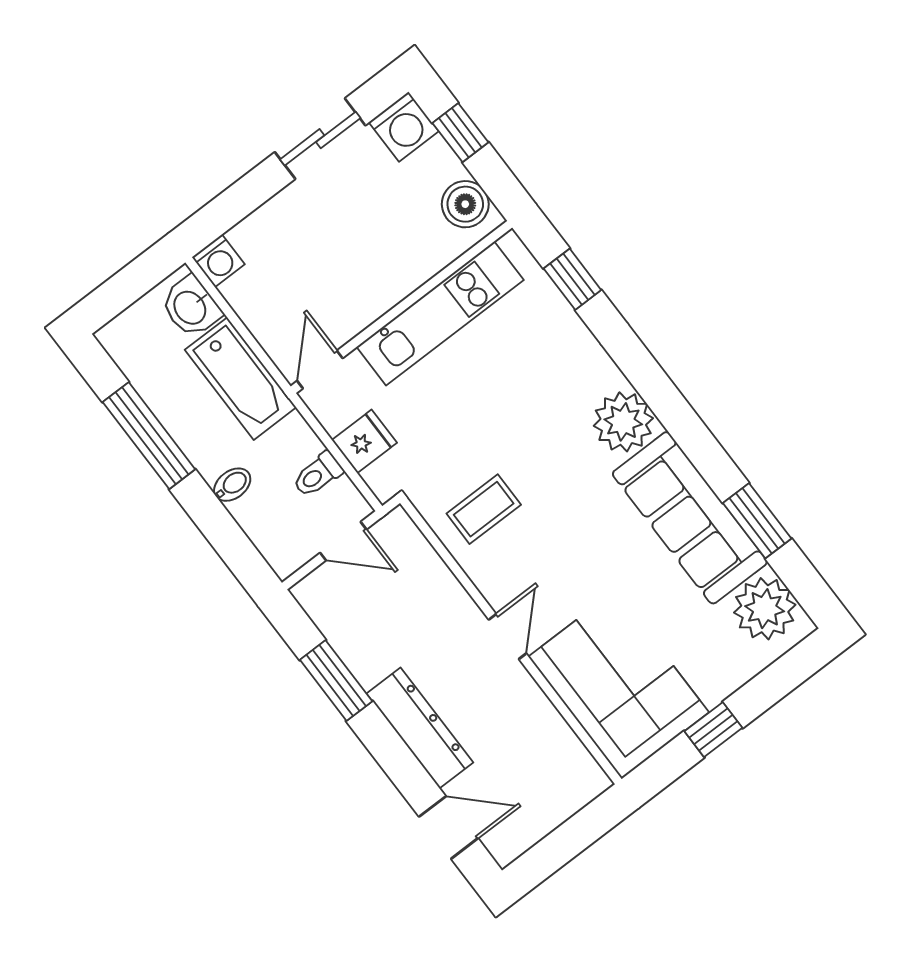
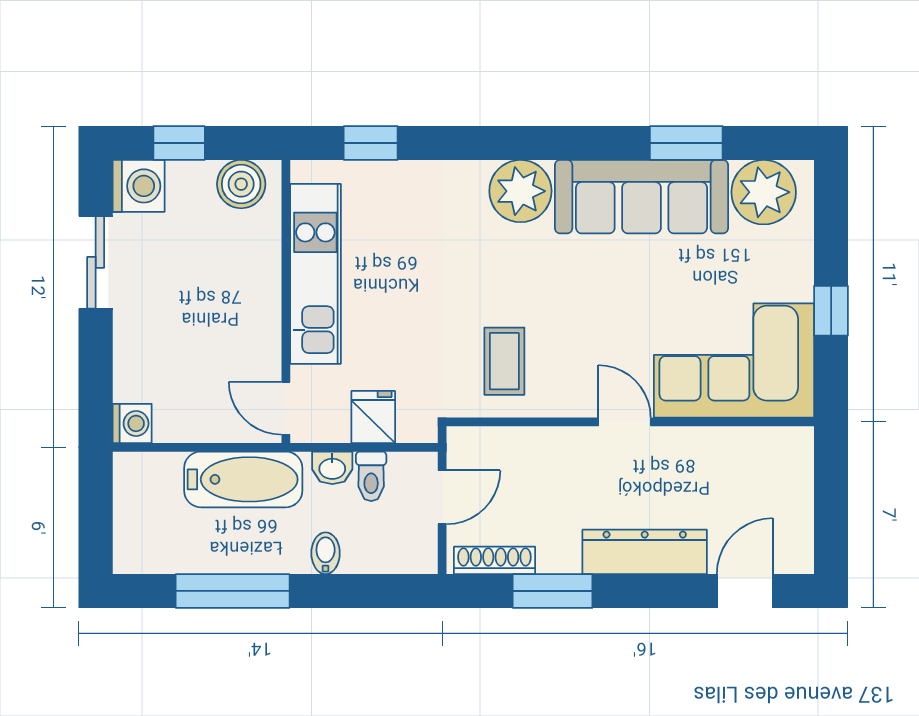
washbasin: (191, 307) -> (332, 468), moved, width x0.72, depth x0.69
shoe rack: (326, 618) -> (494, 560), added

